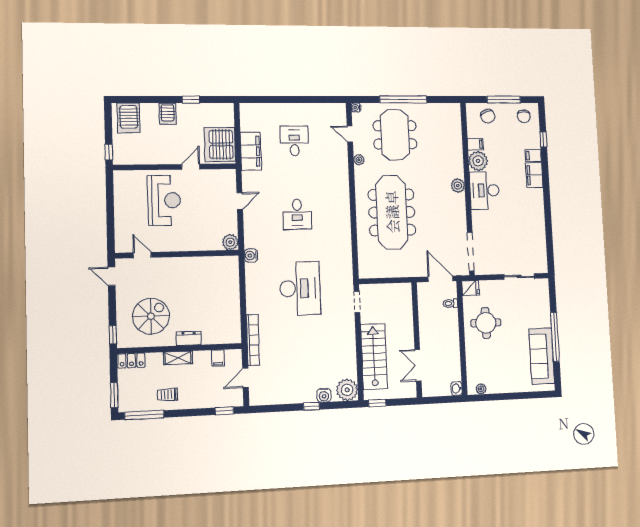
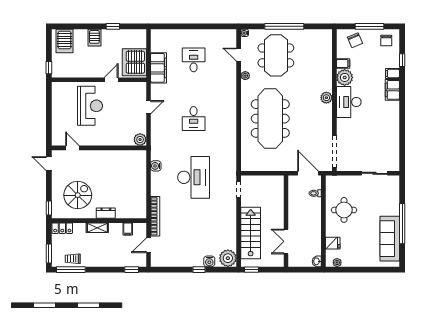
water cooler: (251, 256) -> (156, 166), moved
fridge: (471, 288) -> (333, 243), moved
trolley: (167, 395) -> (73, 259), moved

